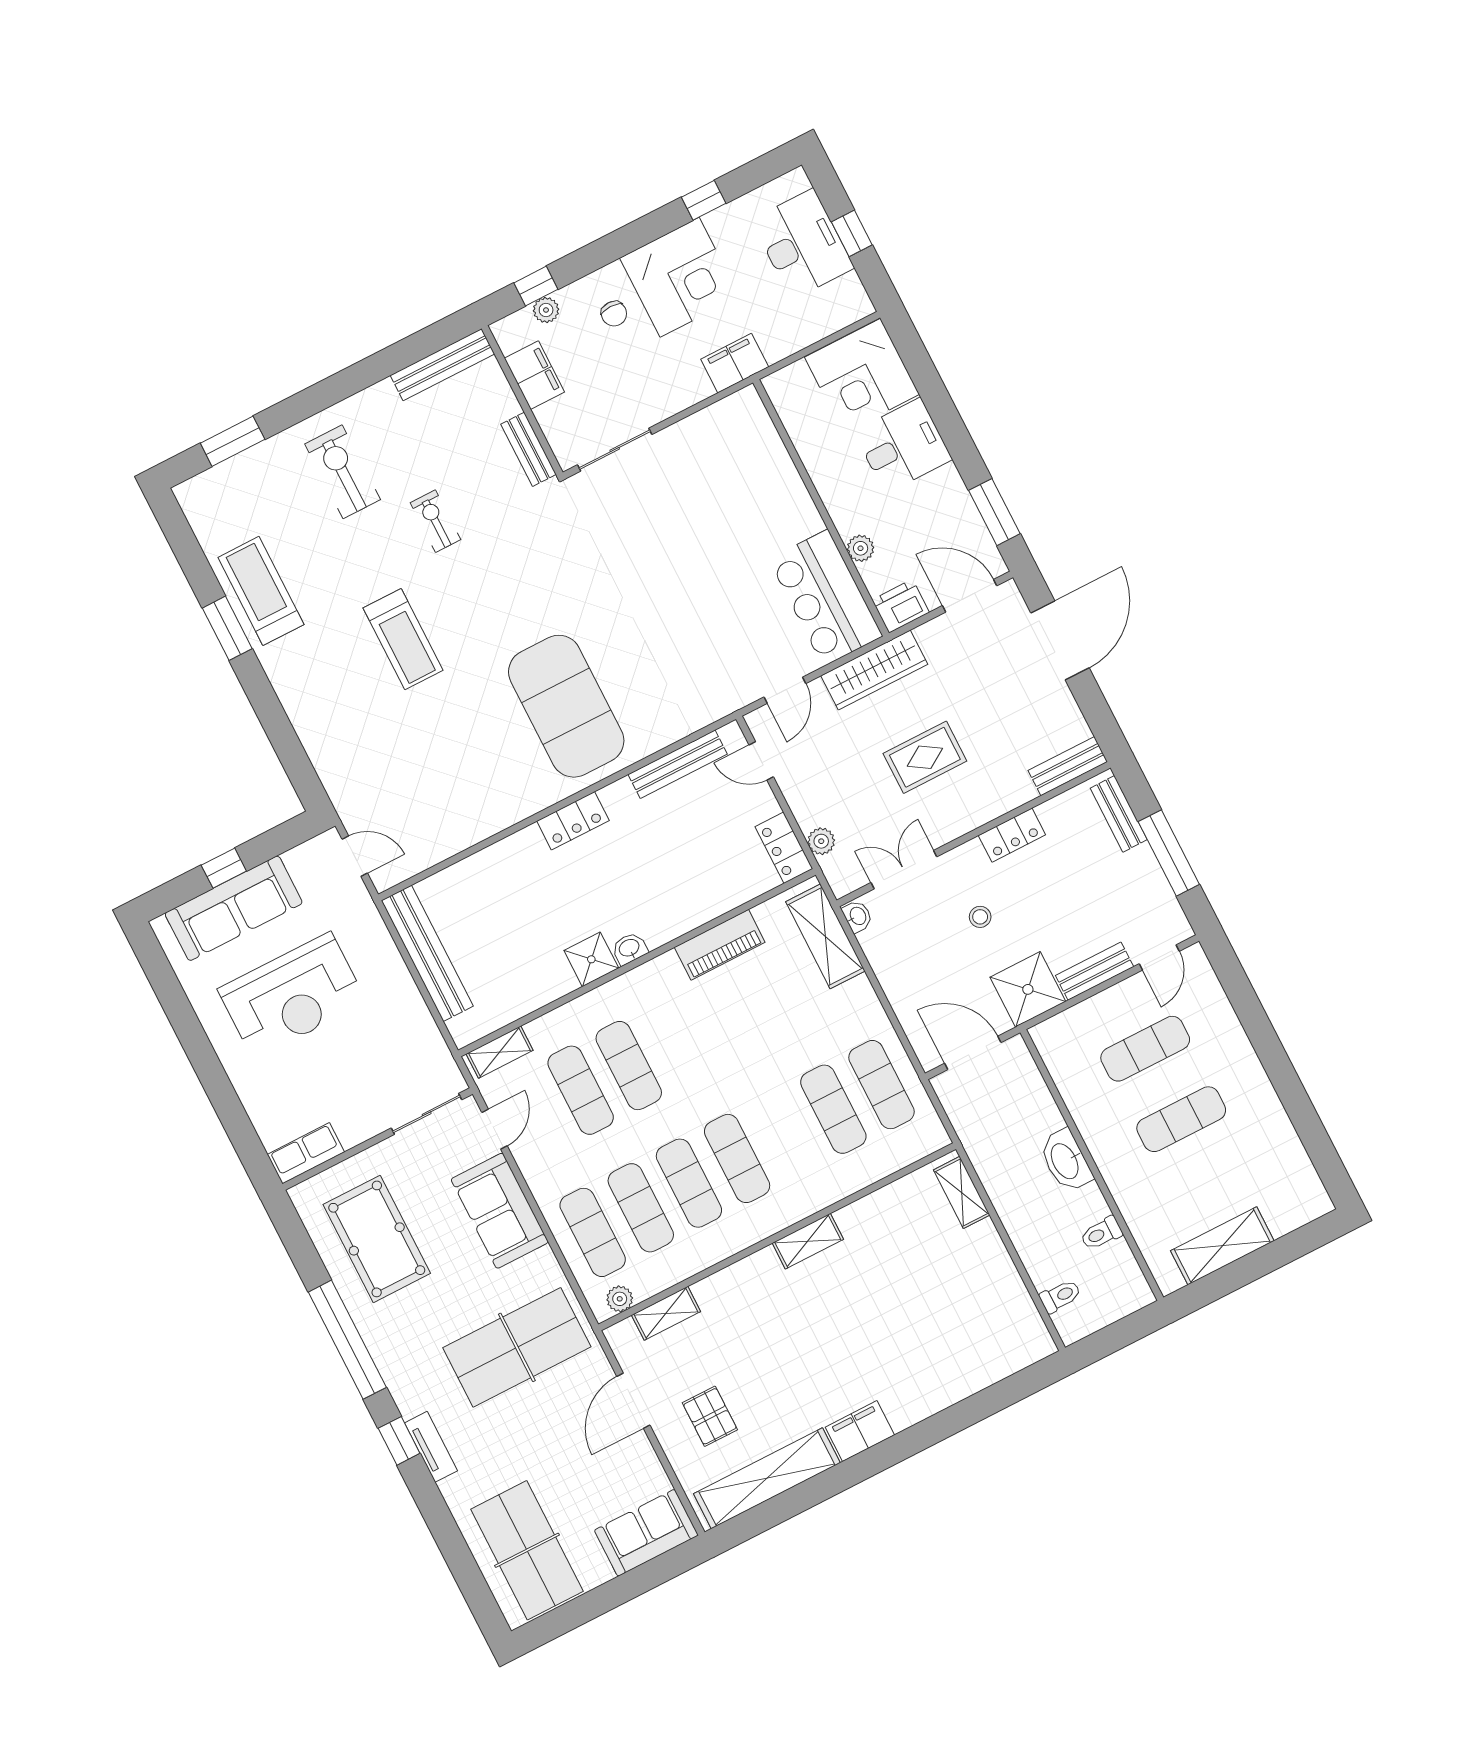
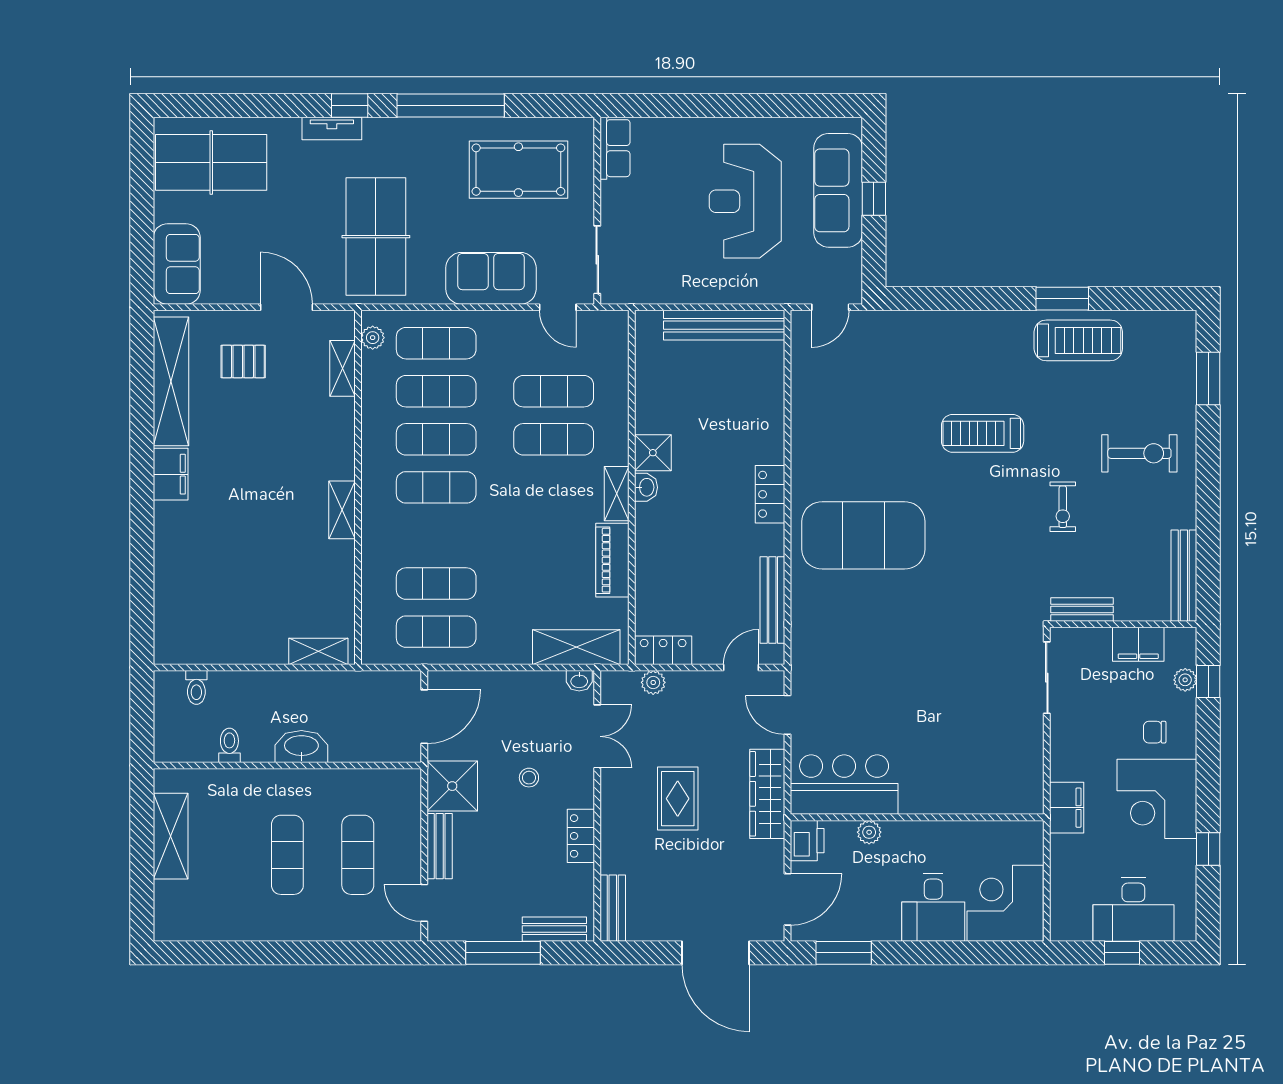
exercise bike: (435, 521) -> (1063, 507), turned 90
shelving: (500, 1052) -> (617, 494), moved

